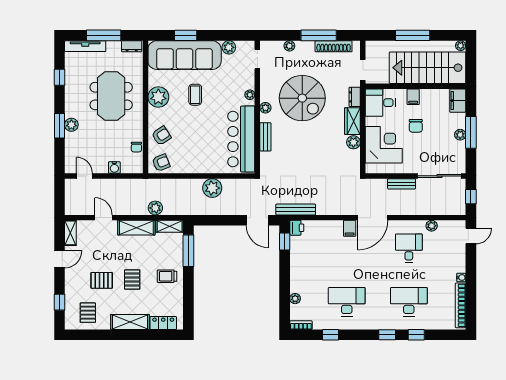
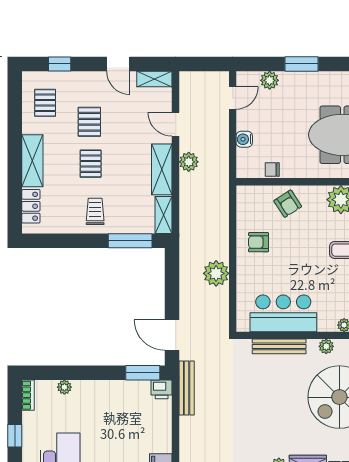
plant: (71, 125) -> (270, 80), moved
bench: (265, 137) -> (279, 346), width x1.36
bar counter: (241, 139) -> (283, 313), width x0.73
armchair: (161, 163) -> (258, 242), moved, turned 112
plant: (155, 208) -> (189, 162), moved
door: (103, 218) -> (175, 124), swing flipped
door: (257, 220) -> (172, 335), hinge flipped
window: (285, 241) -> (143, 373), width x1.50
pallet: (132, 279) -> (91, 164), turned 90
pallet: (88, 313) -> (45, 103), turned 90

